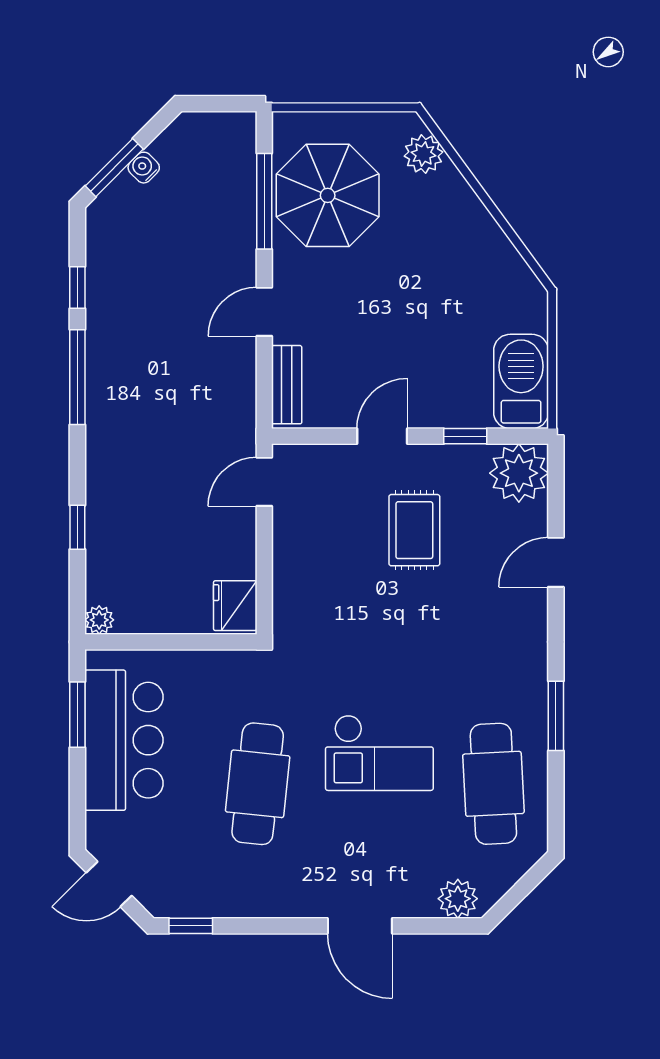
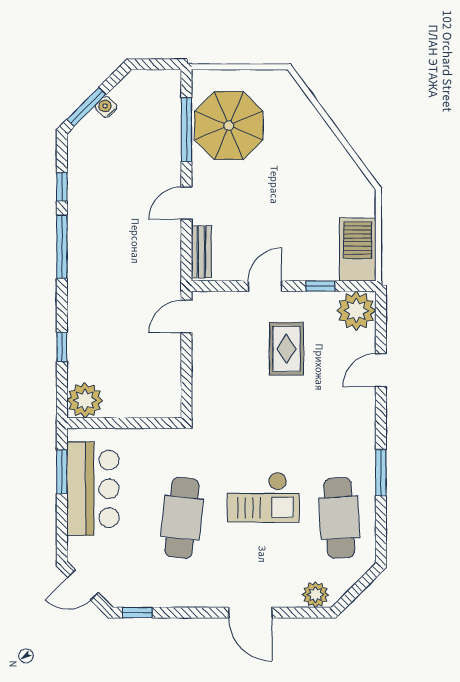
plant: (423, 154) -> (293, 98), removed
fridge: (235, 606) -> (167, 399), removed
plant: (99, 620) -> (85, 400), width x1.87, depth x1.87

